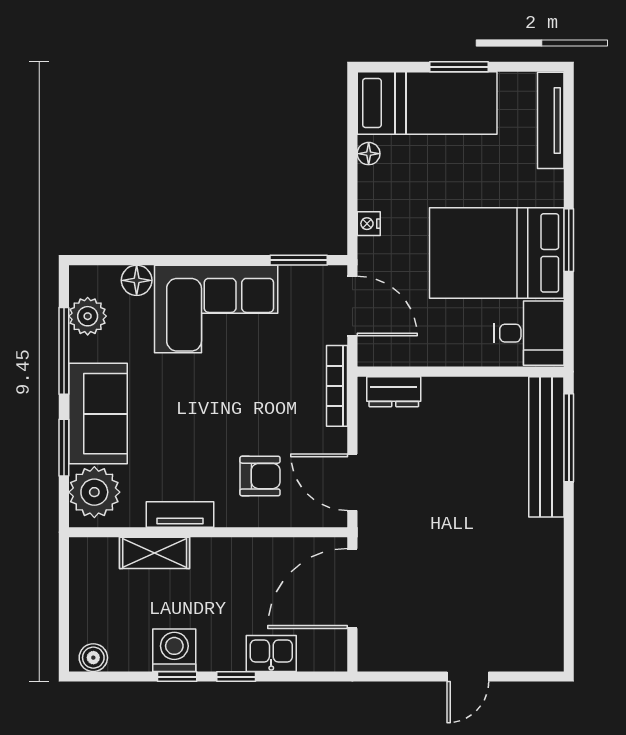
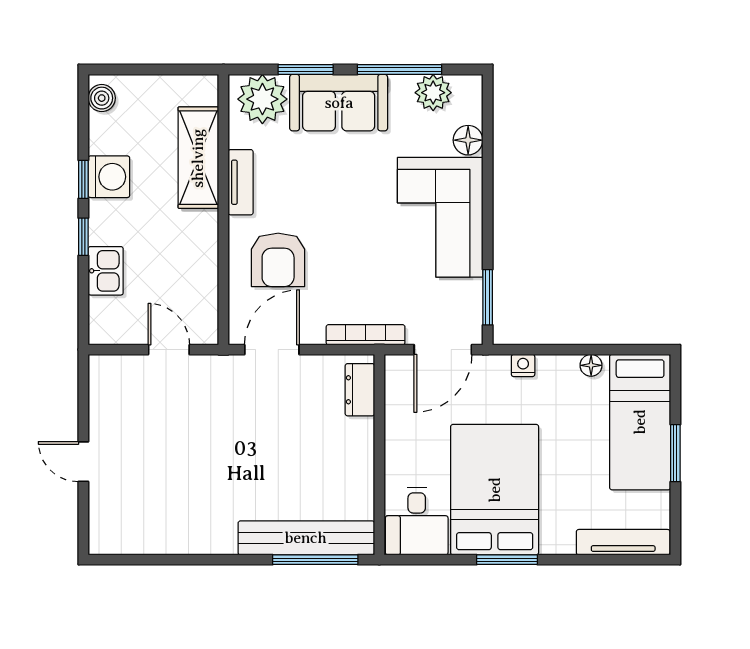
armchair: (260, 476) -> (278, 260), width x1.38, depth x1.38
shelving: (155, 553) -> (198, 158), width x1.50, depth x1.33
door: (352, 589) -> (169, 350), width x0.53

